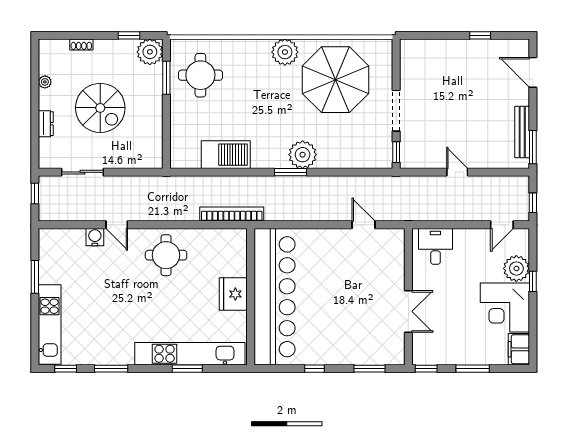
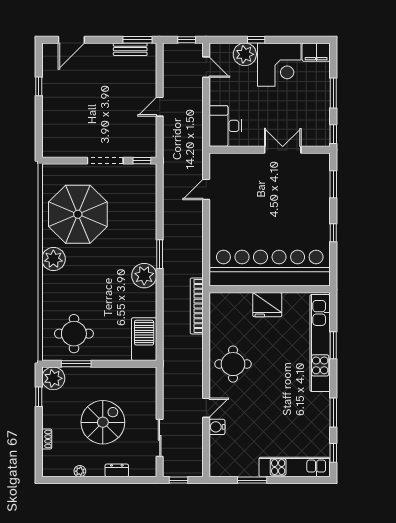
bench: (522, 132) -> (130, 49), width x0.73
barbecue: (226, 155) -> (144, 339), moved
plant: (303, 155) -> (144, 276), moved
desk: (435, 246) -> (225, 126), width x1.37

